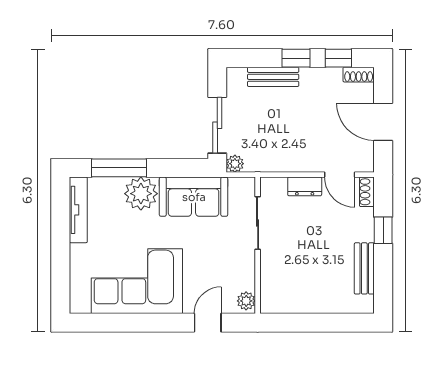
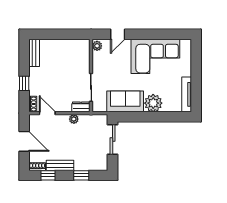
window: (296, 58) -> (81, 175), moved
bench: (273, 77) -> (60, 165), moved
plant: (235, 164) -> (74, 119), moved
window: (119, 168) -> (165, 117), removed
dresser: (305, 186) -> (81, 107), moved
bench: (364, 268) -> (34, 53), moved

